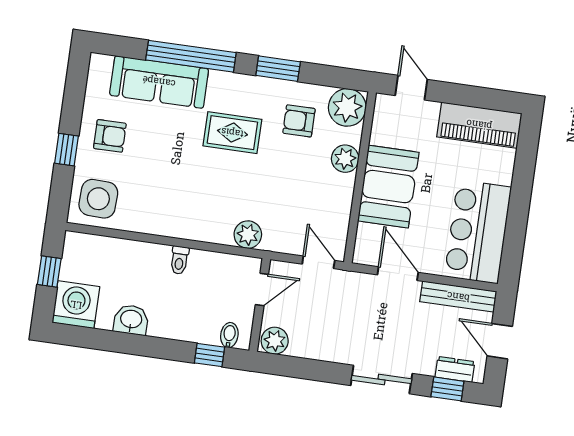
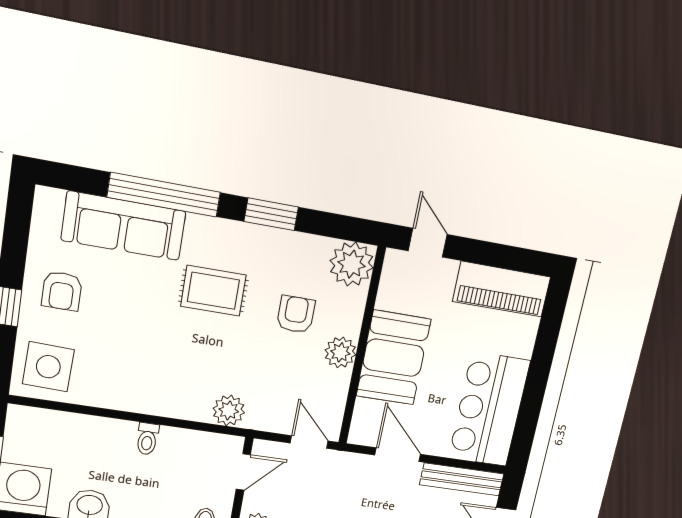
armchair: (299, 121) -> (296, 314), moved, turned 90
armchair: (110, 136) -> (62, 291), turned 90
plant: (345, 159) -> (340, 352), moved

